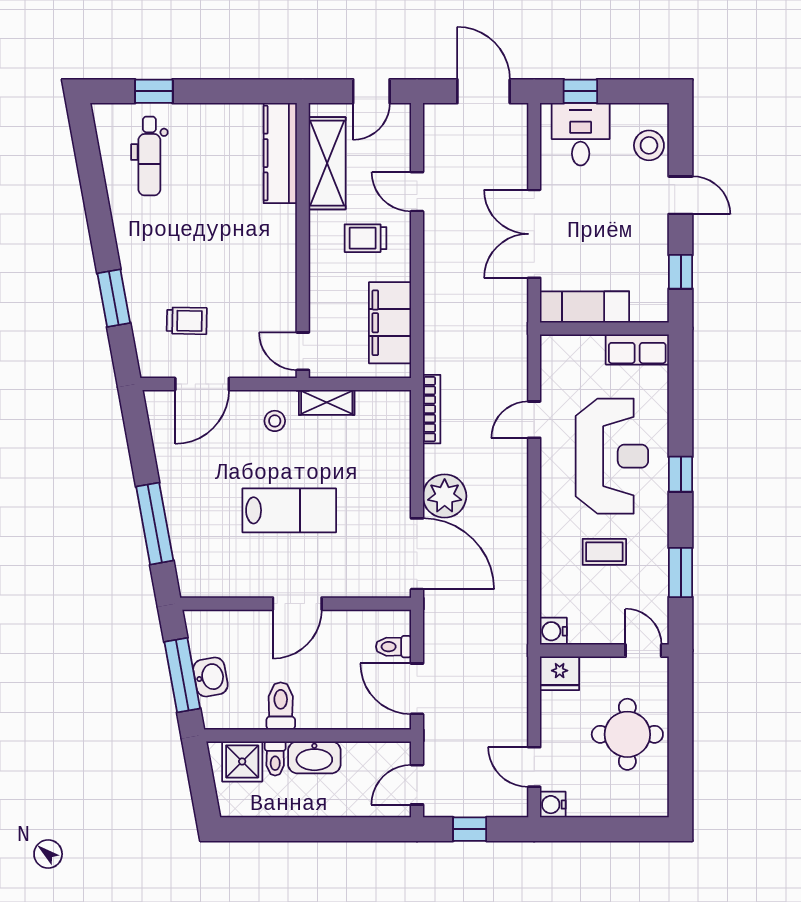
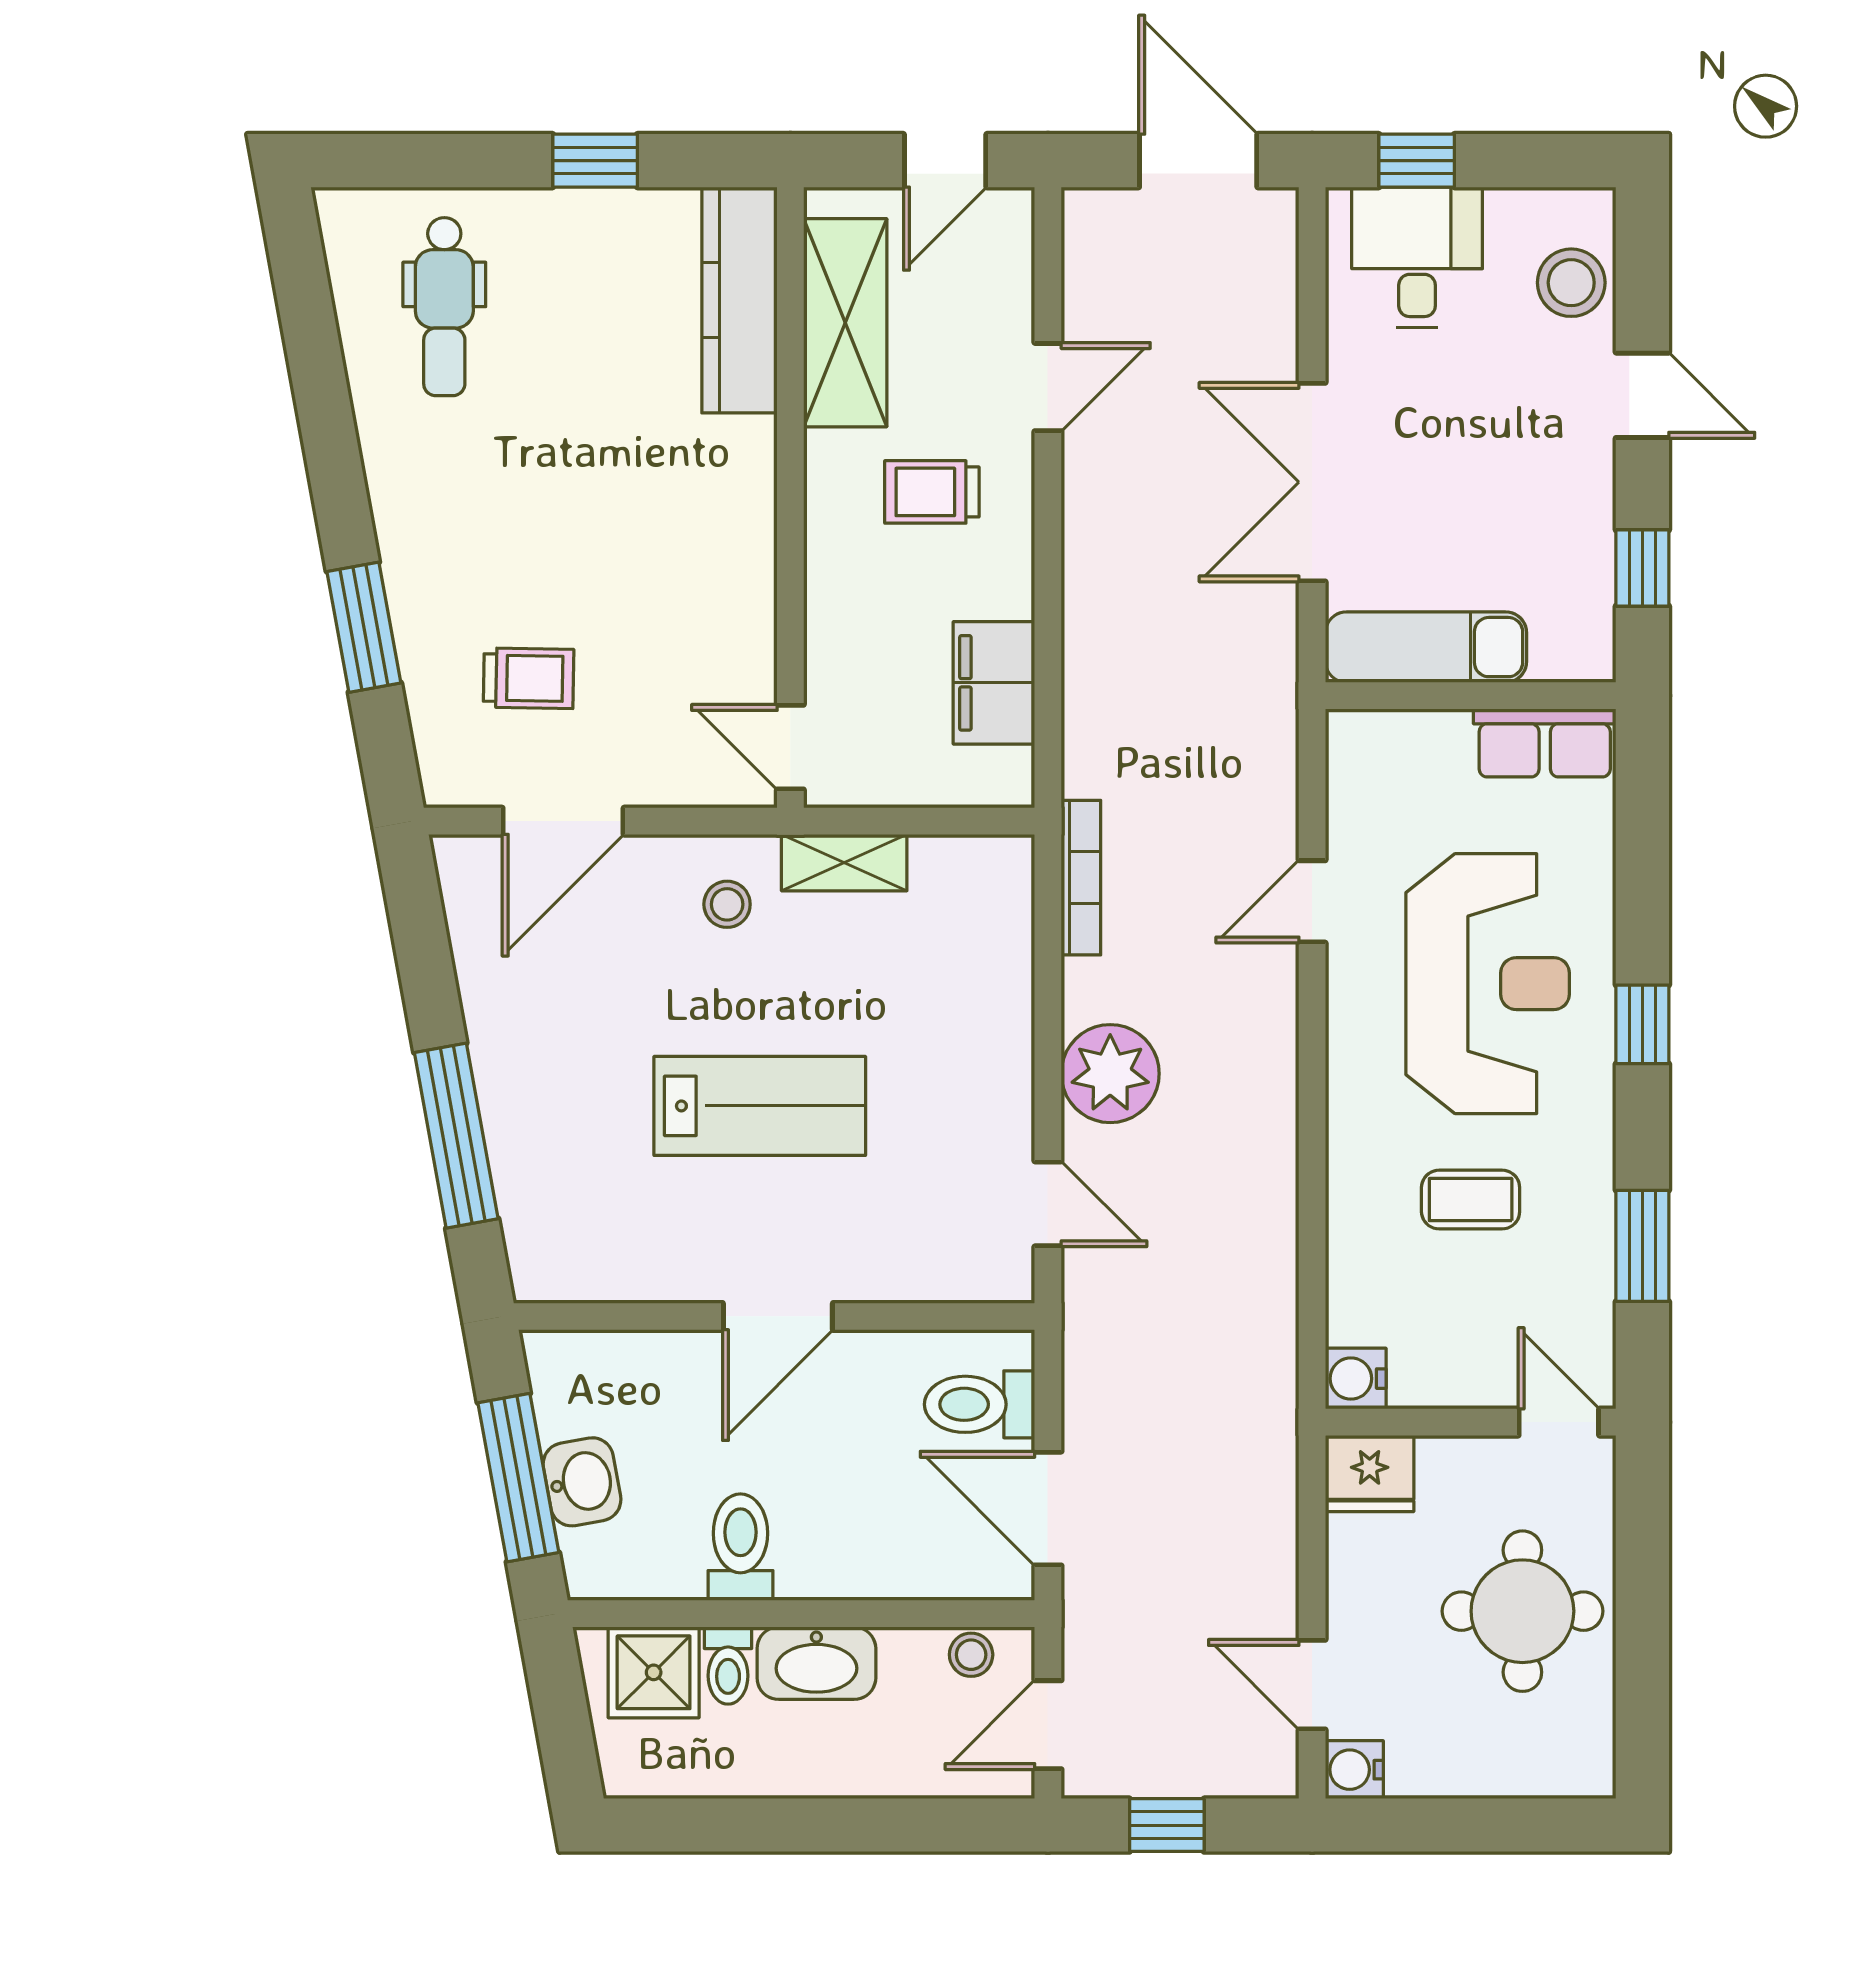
window: (154, 91) -> (595, 161), moved
door: (417, 192) -> (1048, 387), swing flipped
filing cabinet: (390, 323) -> (994, 683), width x0.67, depth x0.86
door: (417, 554) -> (1048, 1204), width x0.53
toilet: (393, 647) -> (980, 1404), width x1.37, depth x1.39
stool: (383, 754) -> (971, 1655), added

